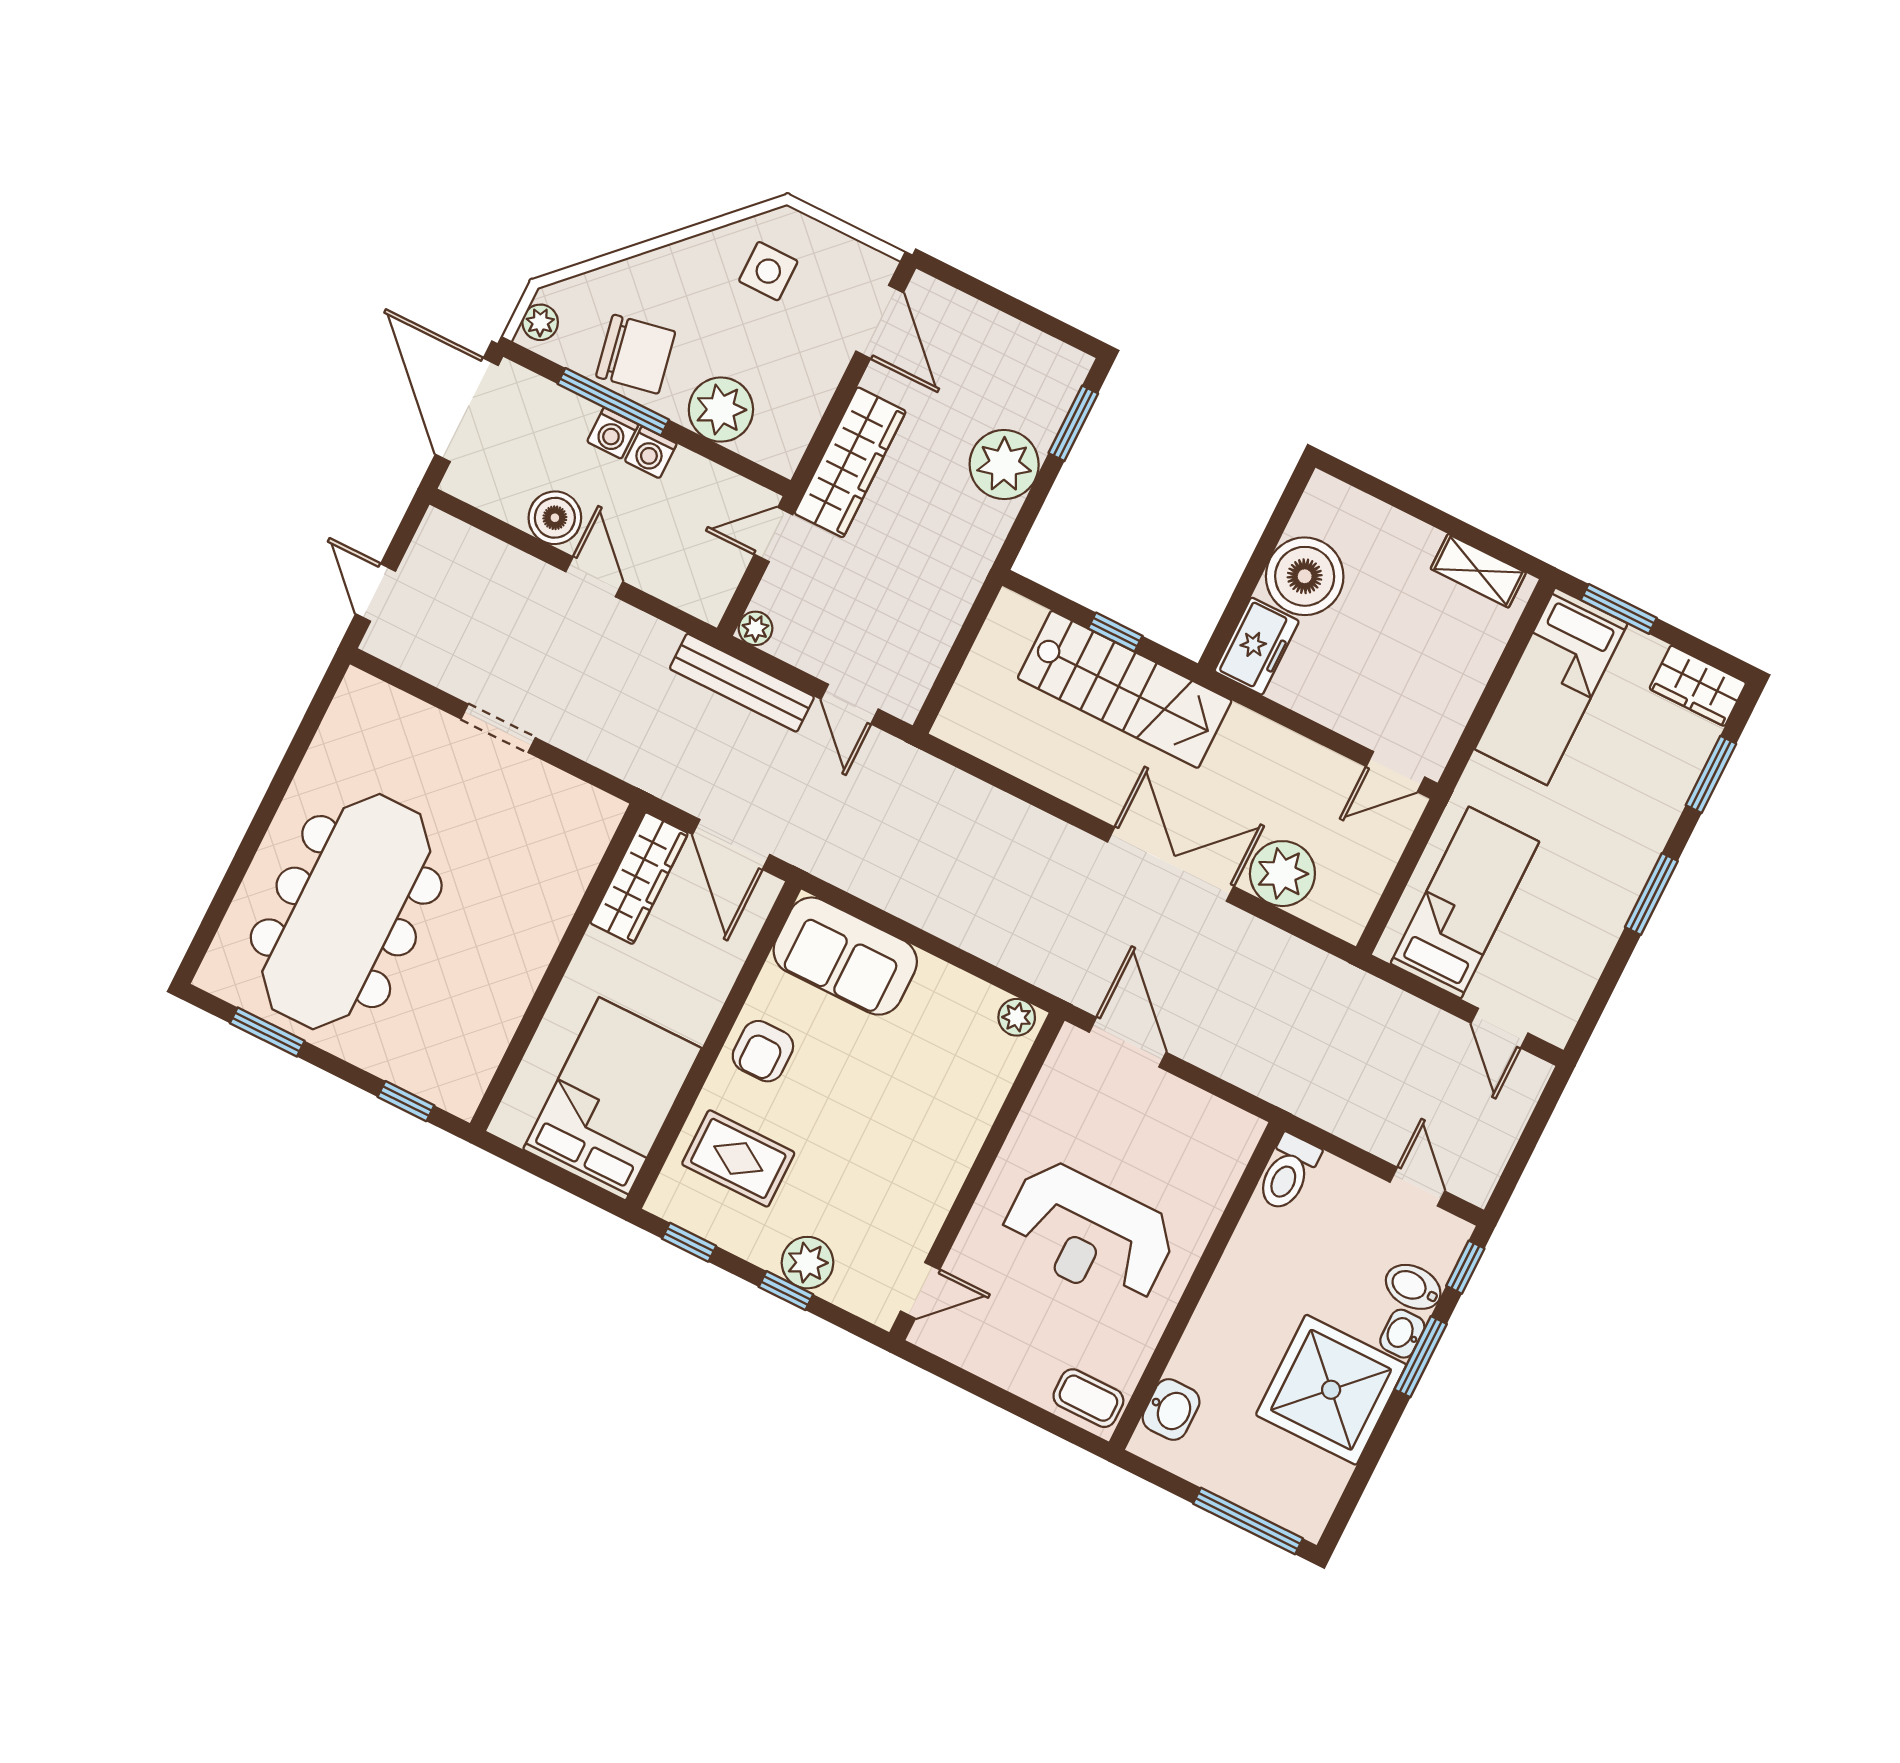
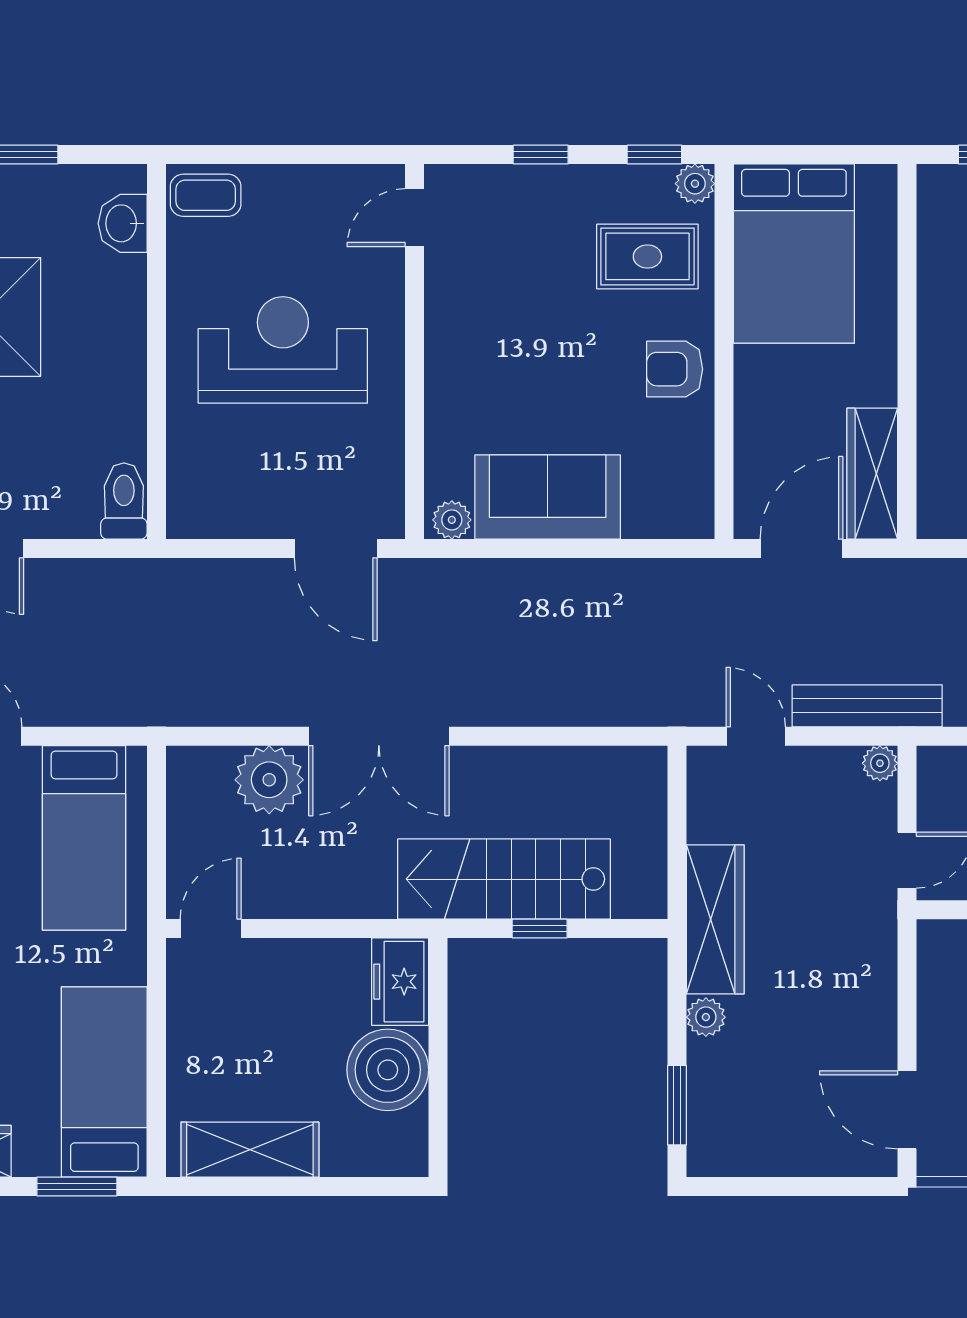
wardrobe: (850, 462) -> (715, 919), moved, turned 180
plant: (1004, 465) -> (706, 1017), width x0.53, depth x0.53
shelving: (1478, 571) -> (250, 1150), width x1.50, depth x1.33
door: (731, 844) -> (801, 549), hinge flipped
sofa: (845, 956) -> (548, 497), moved
armchair: (763, 1051) -> (675, 369), turned -90
plant: (808, 1263) -> (695, 184), moved, width x0.73, depth x0.73

